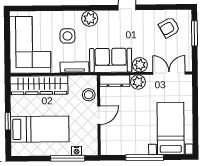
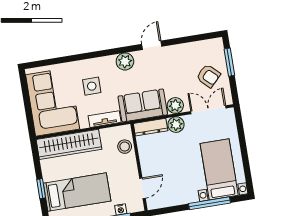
plant: (90, 18) -> (125, 61), moved
armchair: (169, 27) -> (208, 76), moved, turned -107
door: (99, 115) -> (142, 188), moved
window: (145, 157) -> (209, 203), moved

